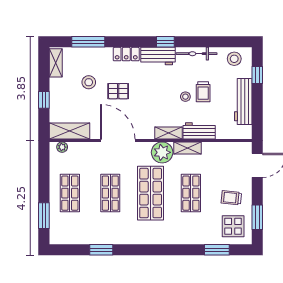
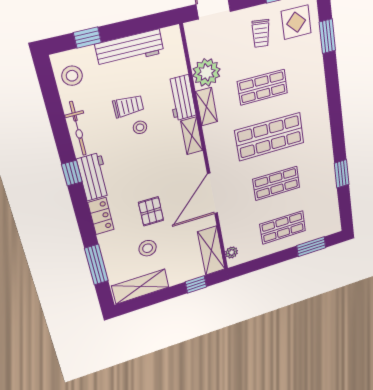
shelving: (56, 63) -> (140, 287), width x1.50, depth x1.33
window: (44, 100) -> (196, 284), moved
plant: (162, 152) -> (206, 72), moved

